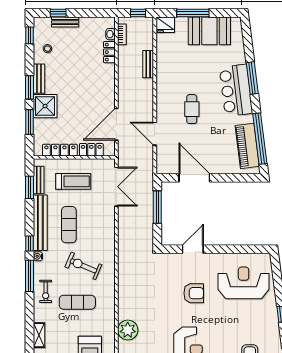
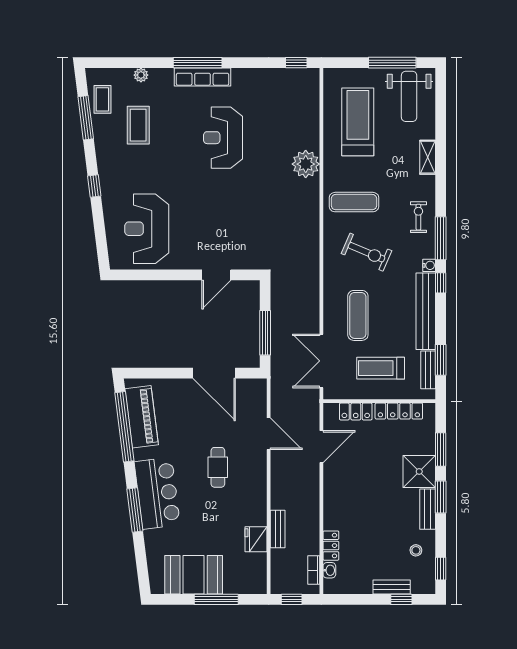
fridge: (165, 25) -> (256, 539), moved, turned -90
door: (116, 124) -> (321, 447), width x0.73
exercise mat: (69, 225) -> (358, 315), moved
reception desk: (244, 283) -> (147, 229), turned 90
armchair: (194, 293) -> (215, 215), removed
exercise mat: (77, 302) -> (354, 202), moved

